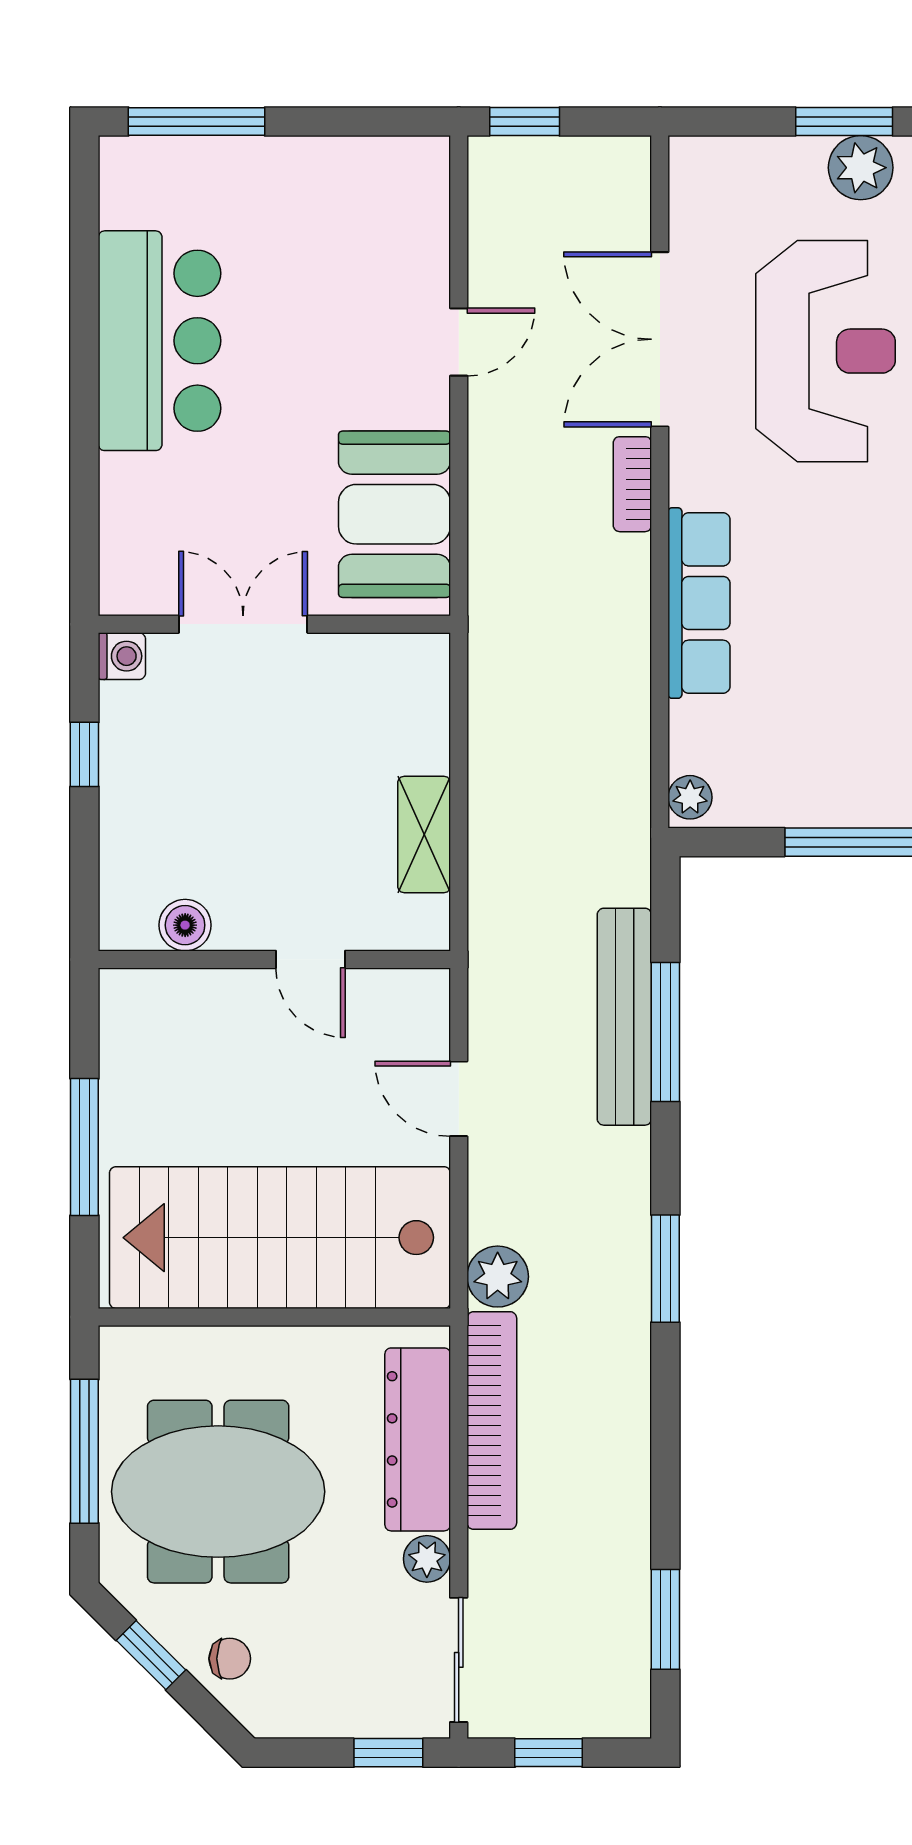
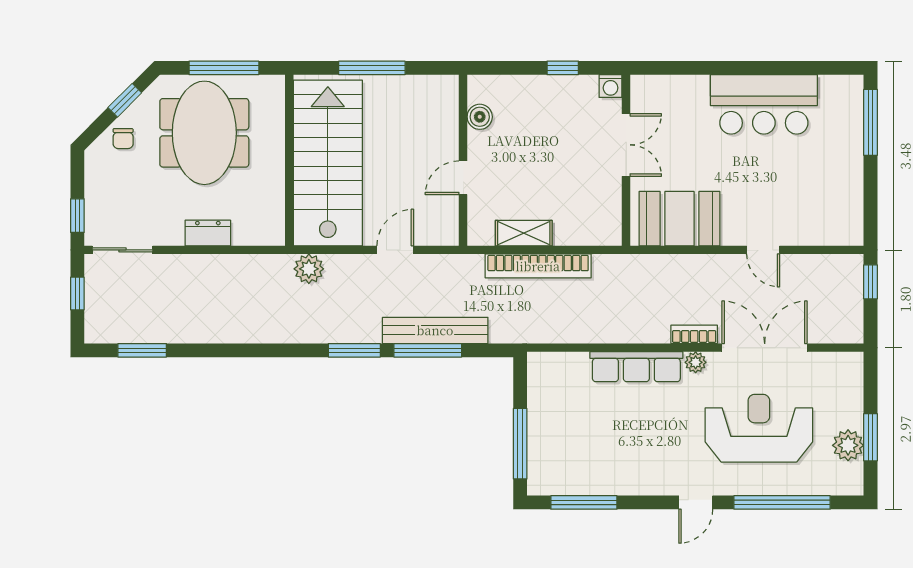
reception desk: (826, 351) -> (759, 428), turned 180
plant: (690, 797) -> (696, 362), moved
window: (665, 1269) -> (354, 350), moved
bookcase: (492, 1421) -> (538, 266), moved
dresser: (418, 1439) -> (208, 233), width x0.51, depth x0.80
plant: (427, 1559) -> (172, 234), removed

